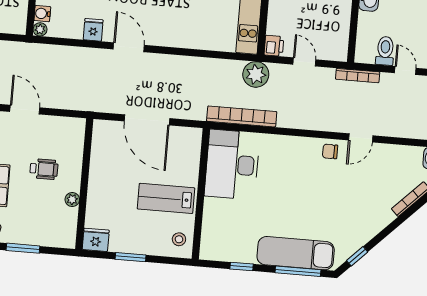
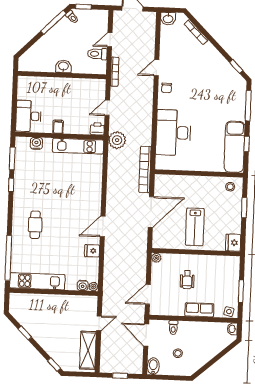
bookcase: (242, 116) -> (145, 169), moved
door: (361, 138) -> (156, 68), swing flipped
desk: (232, 164) -> (173, 133), moved, turned 90
wheelchair: (44, 169) -> (187, 280), turned 180
lab bench: (166, 198) -> (195, 227), moved
plant: (72, 200) -> (156, 258), moved
exam couch: (296, 253) -> (235, 147), moved
window: (131, 257) -> (244, 208), moved

